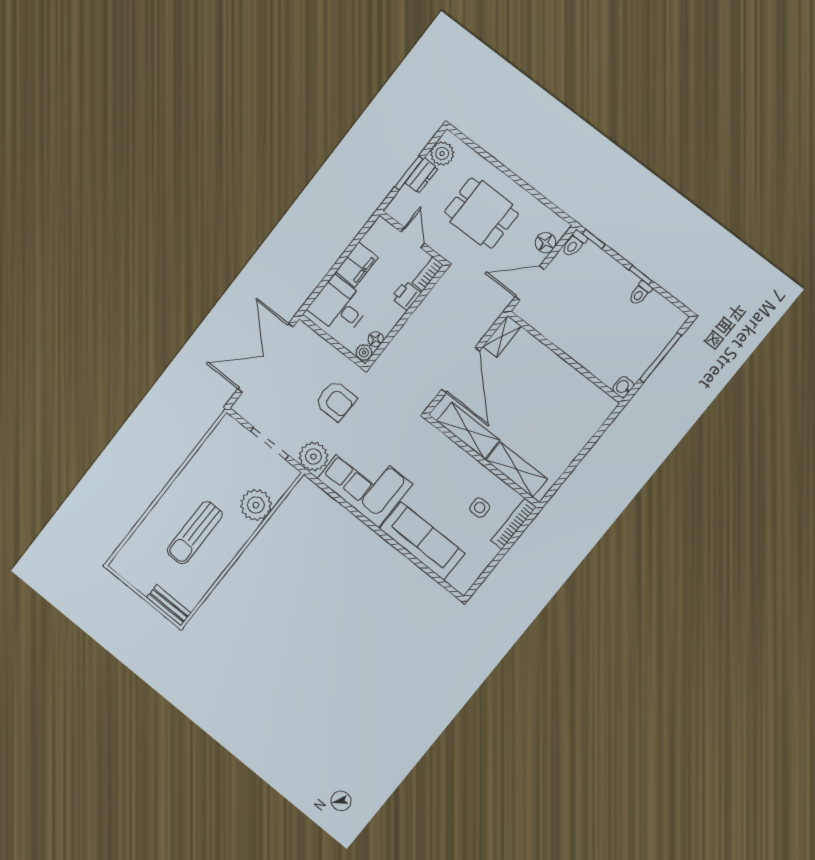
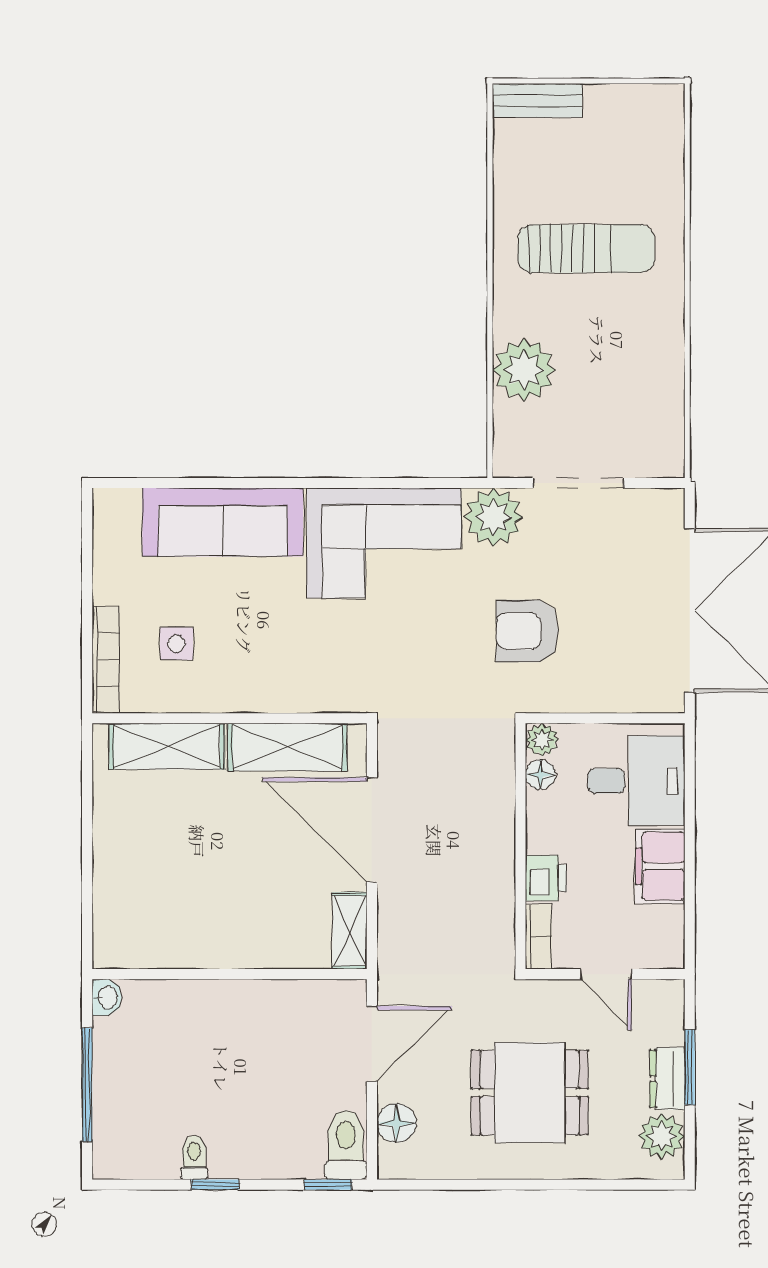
toilet: (574, 244) -> (346, 1145), width x1.37, depth x1.39
sun lounger: (195, 533) -> (586, 249), turned 90

